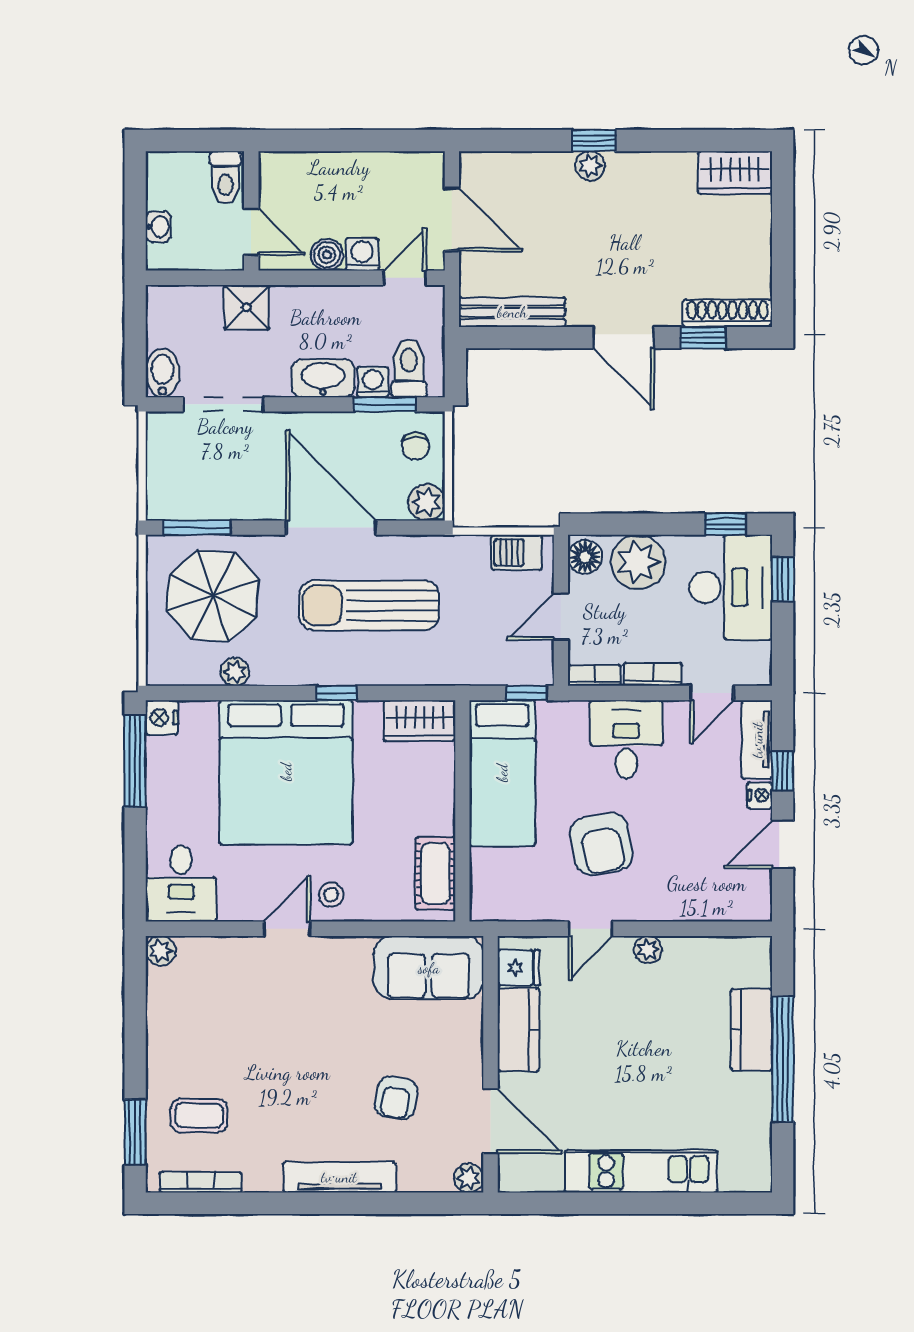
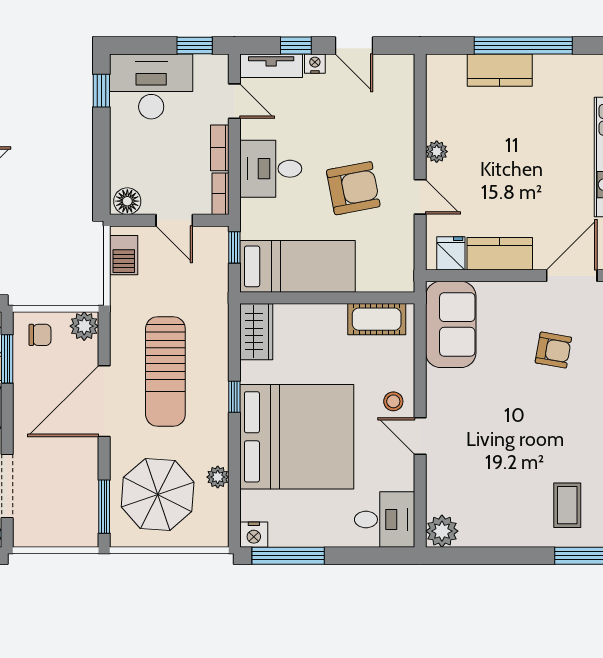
plant: (638, 562) -> (131, 159), removed
window: (783, 579) -> (195, 46), moved
plant: (161, 951) -> (442, 531), width x1.38, depth x1.38

